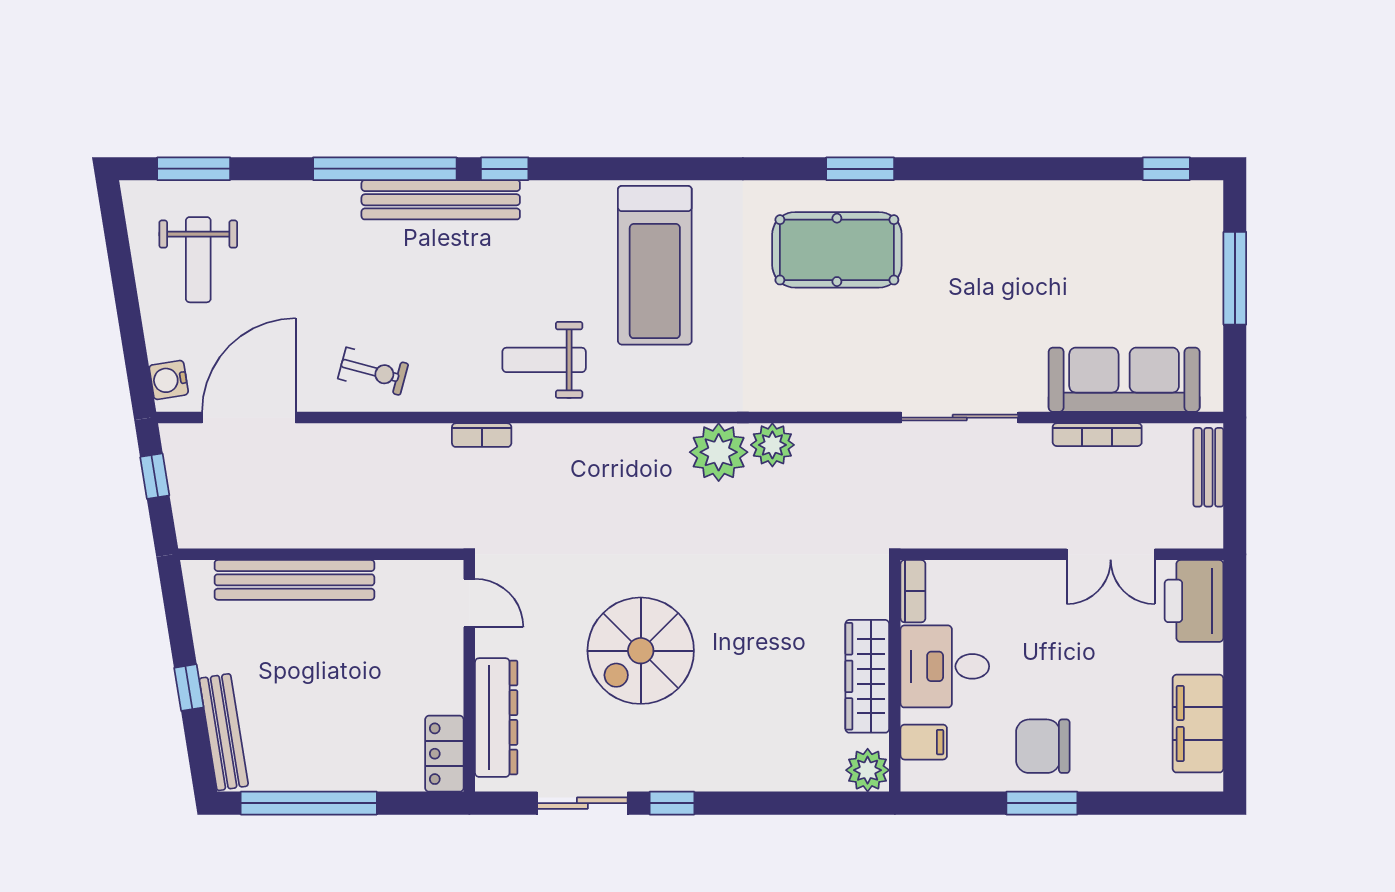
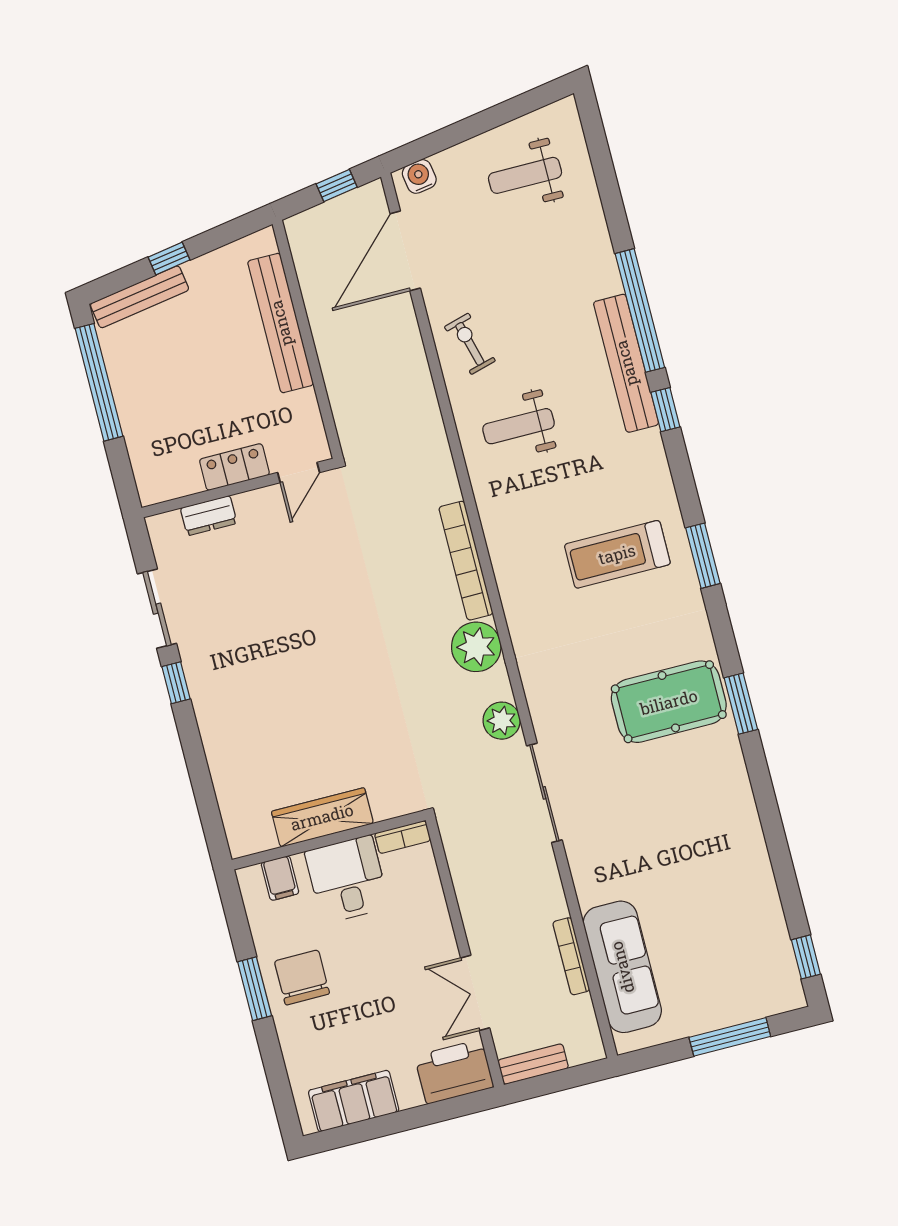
window: (194, 169) -> (703, 556), moved
pool table: (837, 250) -> (669, 702), turned 90
treadmill: (655, 265) -> (617, 554), width x0.73, depth x0.73
weight bench: (544, 360) -> (518, 426), moved, turned -90
exercise bike: (373, 371) -> (470, 344), turned 150
door: (249, 418) -> (405, 251), swing flipped
sliding door: (960, 418) -> (544, 793), moved
bookcase: (482, 435) -> (466, 561), moved, width x2.31, depth x1.31
plant: (772, 445) -> (502, 721), moved
bench: (1208, 467) -> (533, 1064), moved
spiral stairs: (641, 651) -> (296, 624), removed
dresser: (496, 718) -> (209, 516), width x0.51, depth x0.80
locker: (444, 754) -> (234, 467), moved
plant: (868, 770) -> (245, 838), removed

